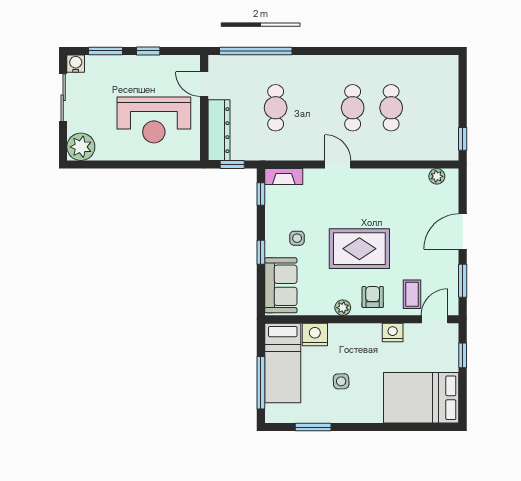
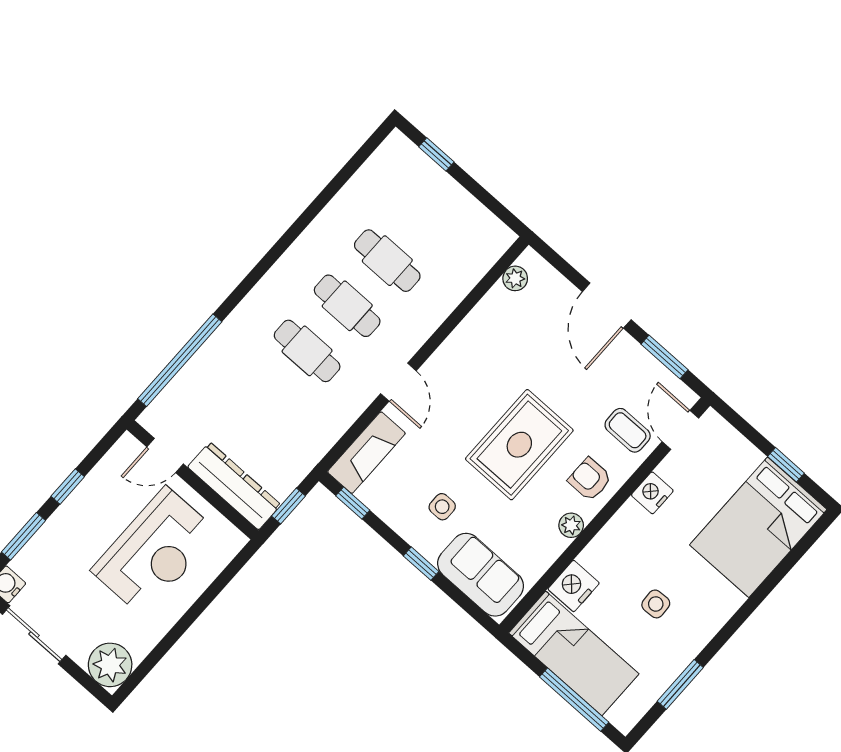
cafe table: (276, 108) -> (307, 351), moved
window: (463, 139) -> (436, 154), moved
door: (338, 165) -> (398, 382), swing flipped
fireplace: (284, 177) -> (366, 453), width x1.37, depth x1.32
window: (463, 355) -> (786, 465), moved

